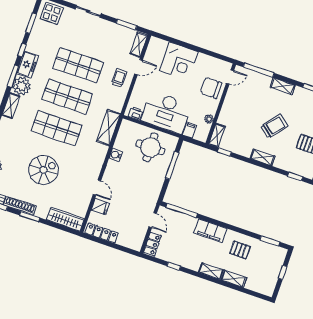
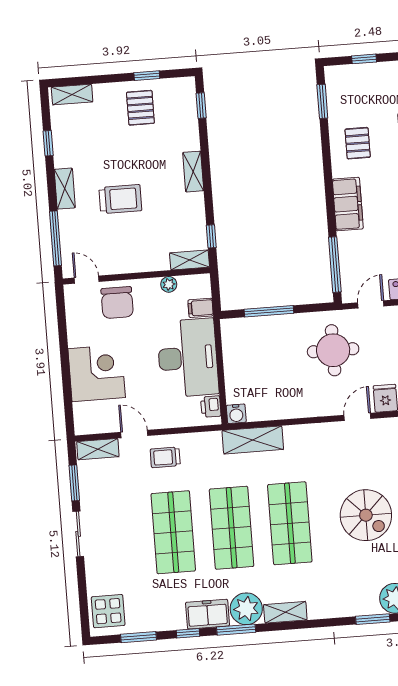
sliding door: (88, 11) -> (78, 534), moved
trolley: (274, 126) -> (120, 199), moved, turned 140
round table: (150, 147) -> (333, 350), moved
water cooler: (116, 155) -> (236, 414), moved
spiral stairs: (43, 170) -> (366, 515), turned 180

